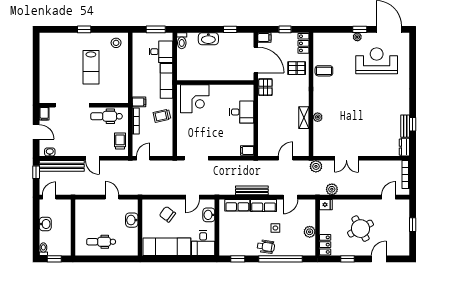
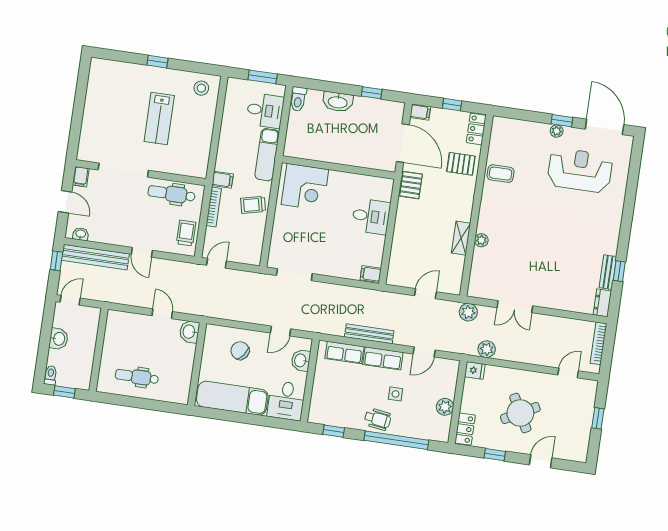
washbasin: (132, 220) -> (189, 332), moved

